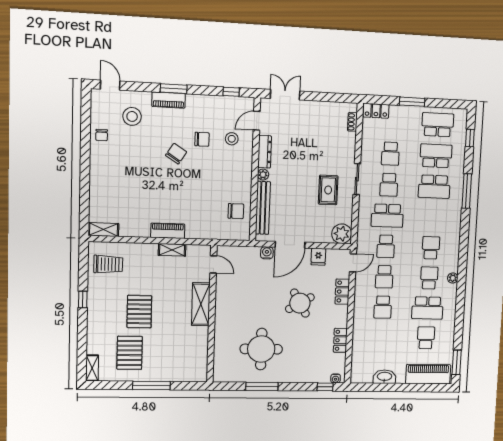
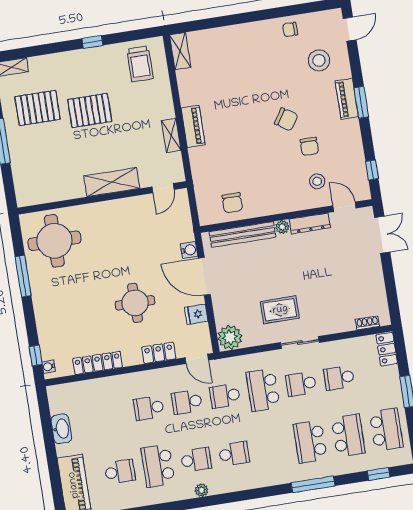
round table: (300, 303) -> (135, 303), turned 30
locker: (340, 340) -> (98, 363), width x1.53
round table: (261, 349) -> (54, 241), moved

